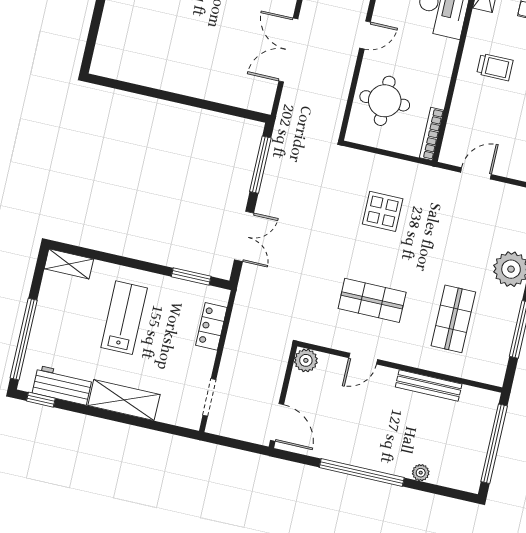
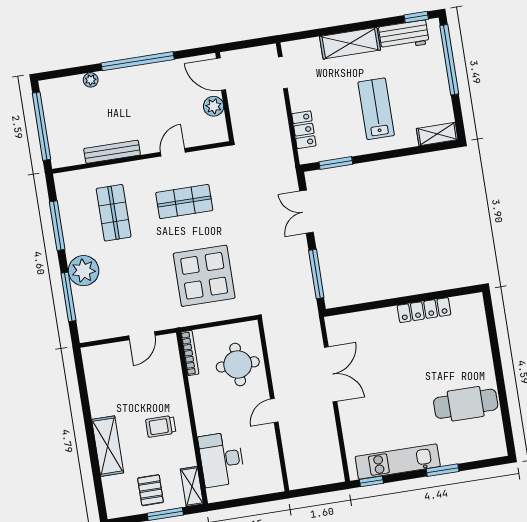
locker: (159, 79) -> (424, 310), added
display table: (383, 211) -> (204, 276), width x1.86, depth x1.86
lab bench: (124, 318) -> (376, 109), turned 180
plant: (306, 360) -> (214, 106), moved

